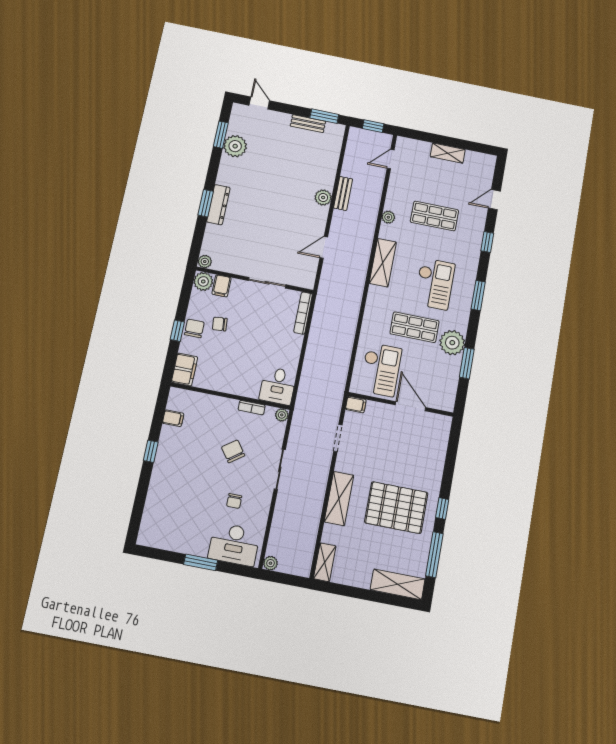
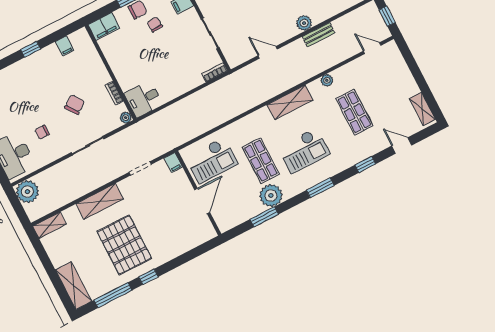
shelving: (448, 153) -> (422, 109), moved
bookcase: (303, 313) -> (215, 72), width x0.64
plant: (270, 563) -> (27, 192), width x1.88, depth x1.88

